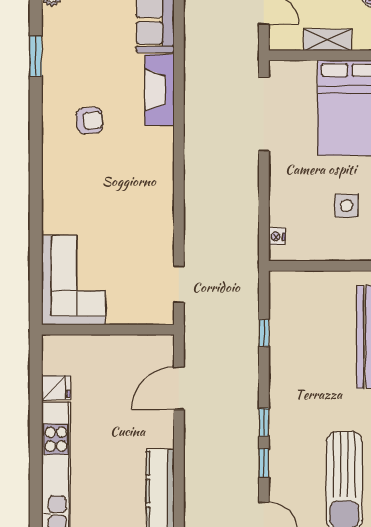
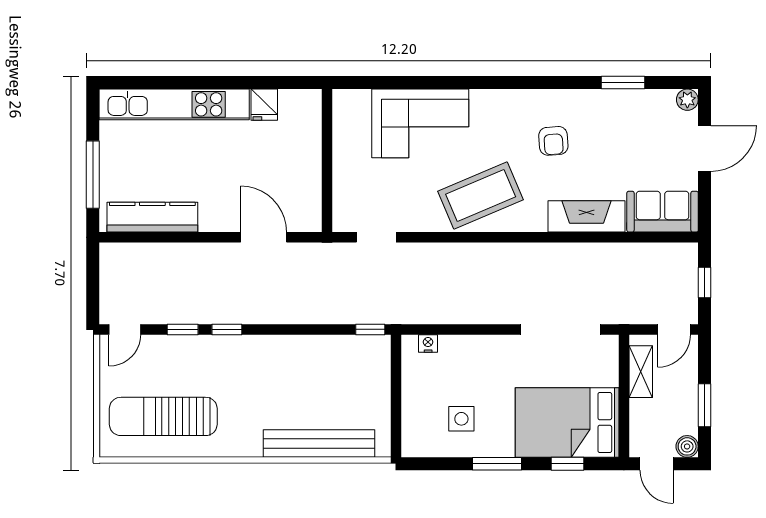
shelving: (328, 40) -> (641, 372), moved
coffee table: (140, 188) -> (481, 196), added
corner sofa: (74, 280) -> (420, 123), moved
window: (264, 333) -> (370, 329), moved

